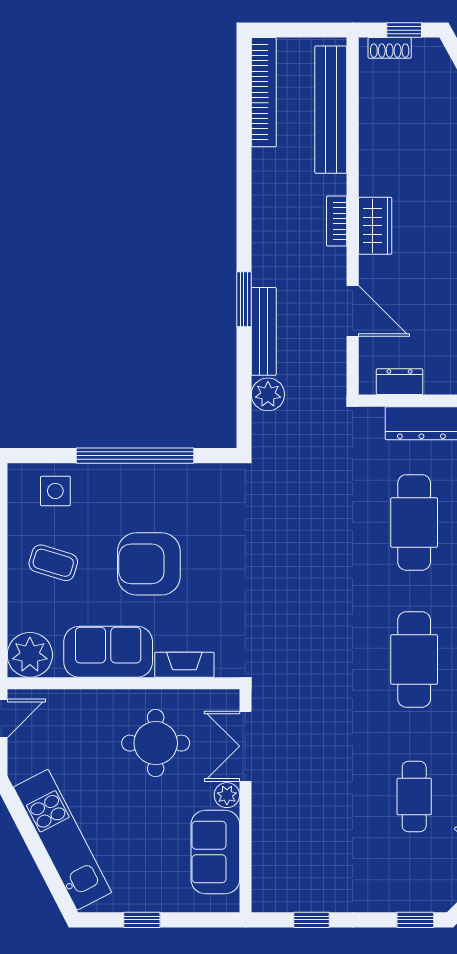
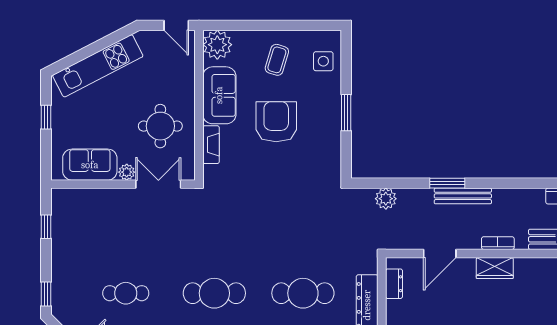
bench: (264, 331) -> (463, 196), moved
window: (135, 456) -> (346, 113), width x0.47

